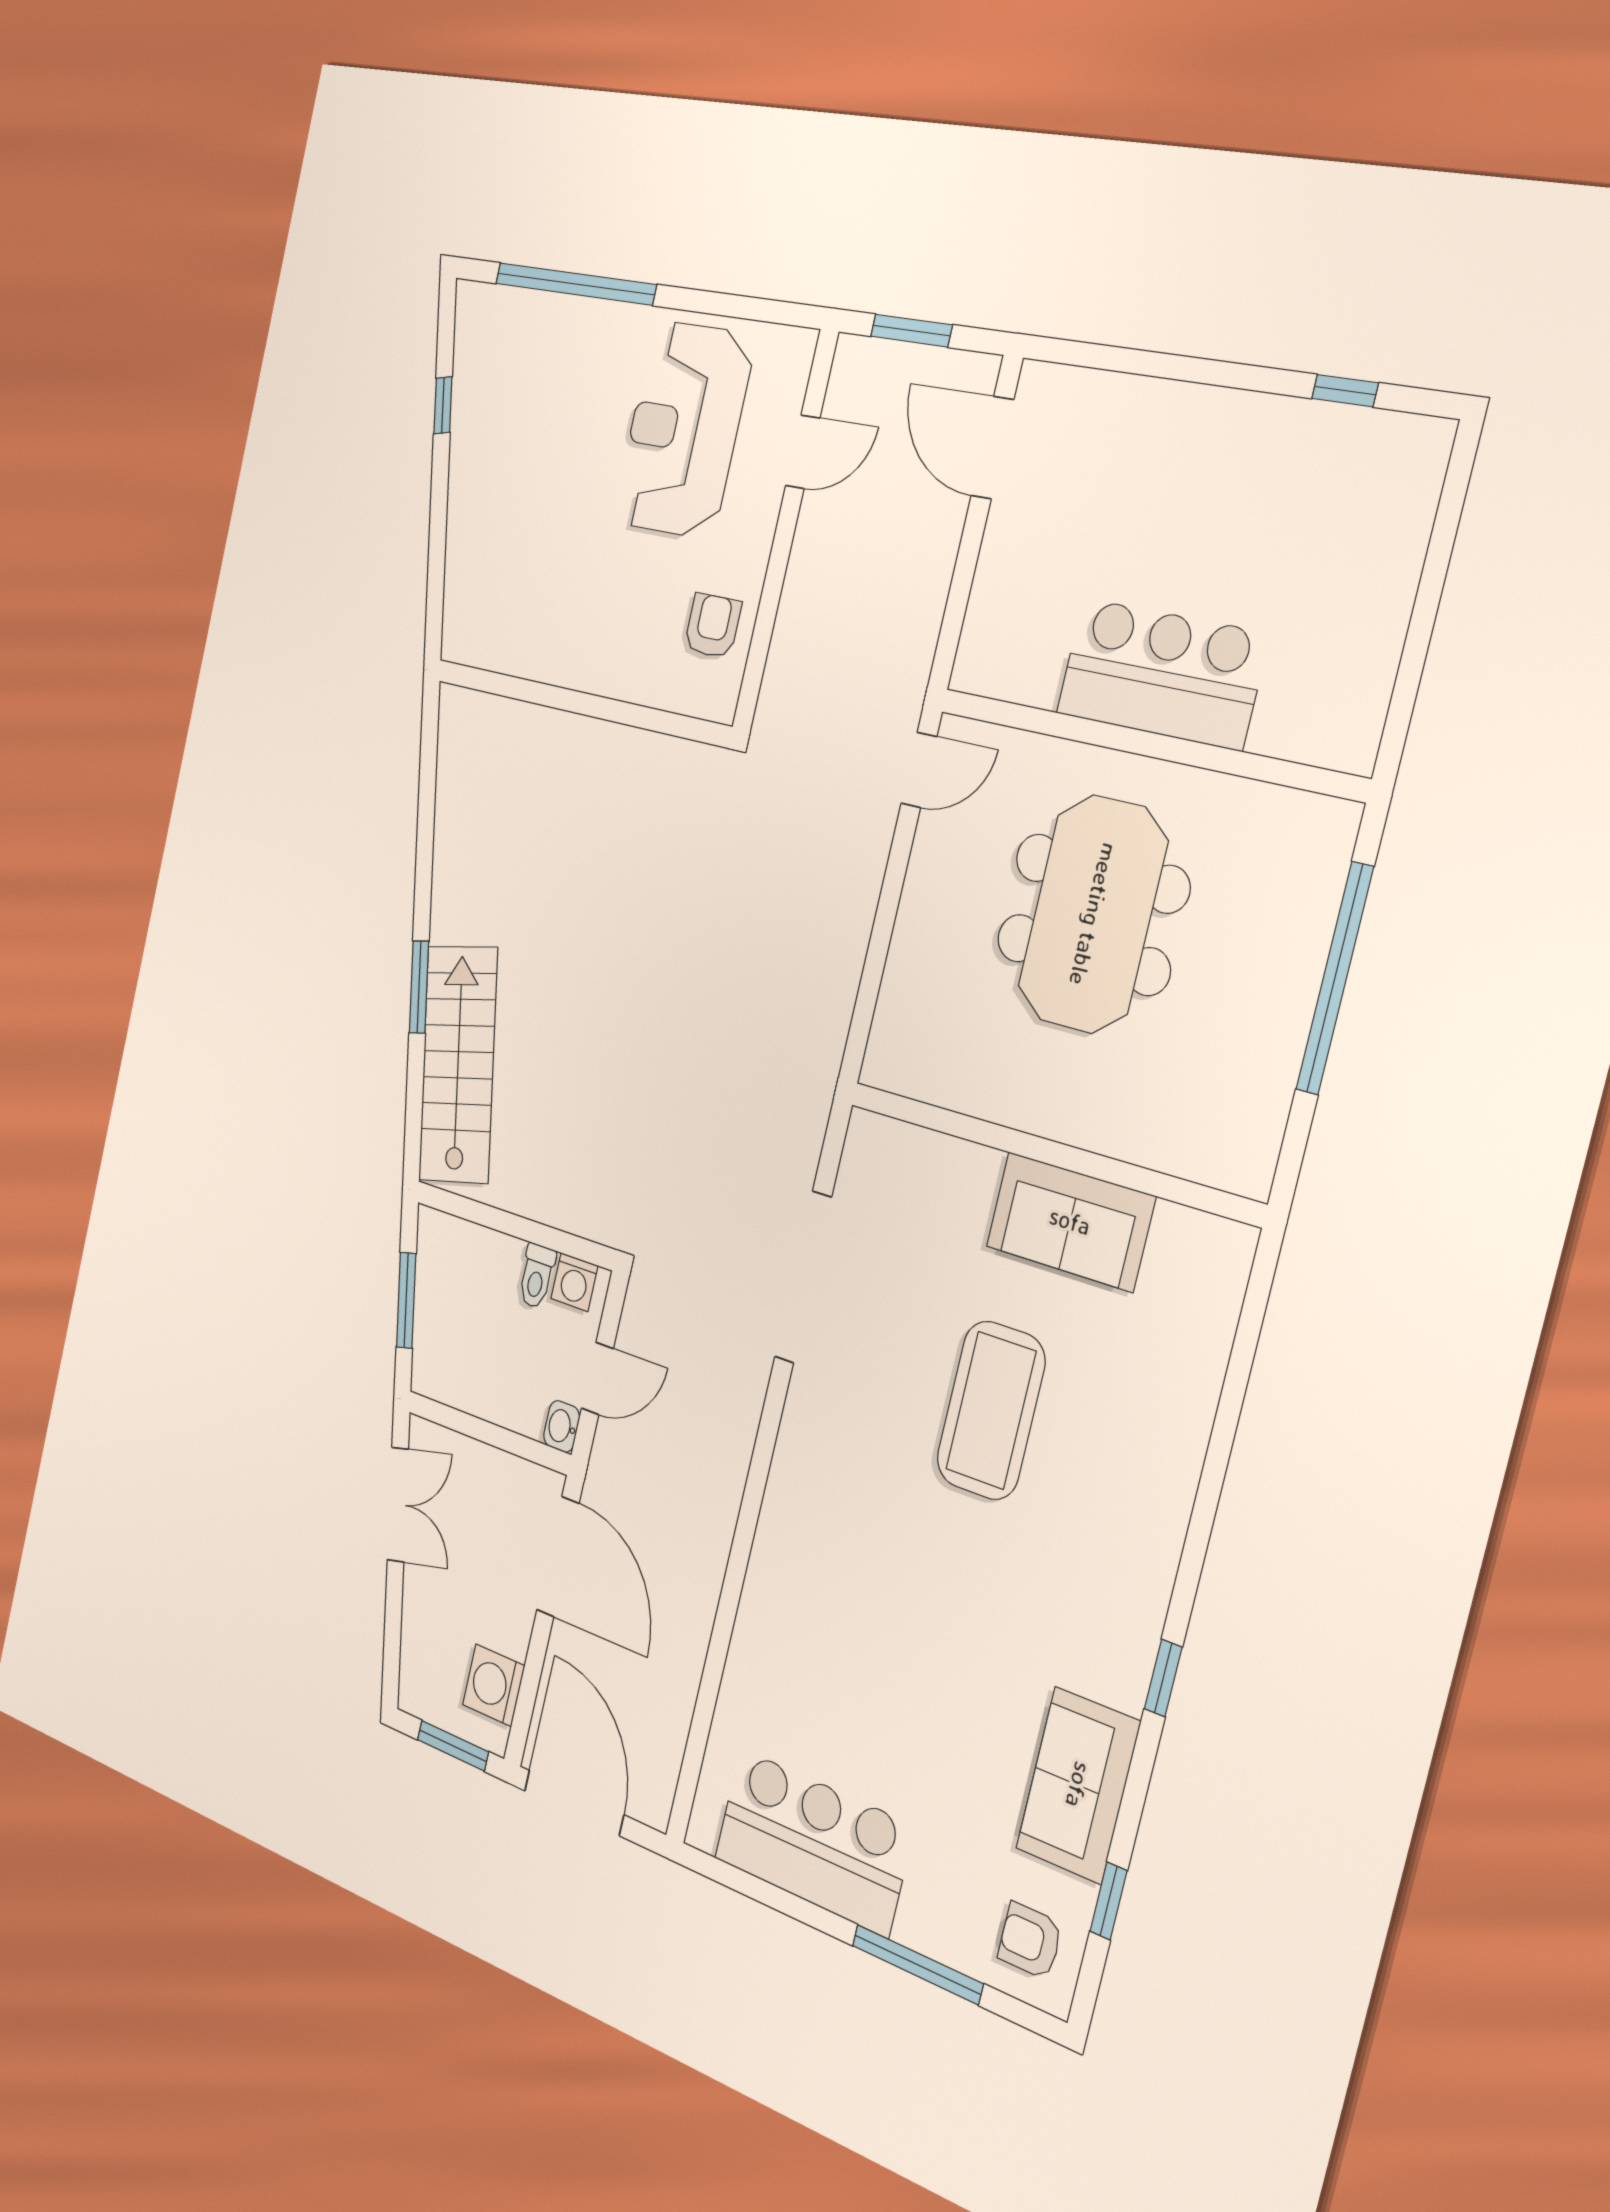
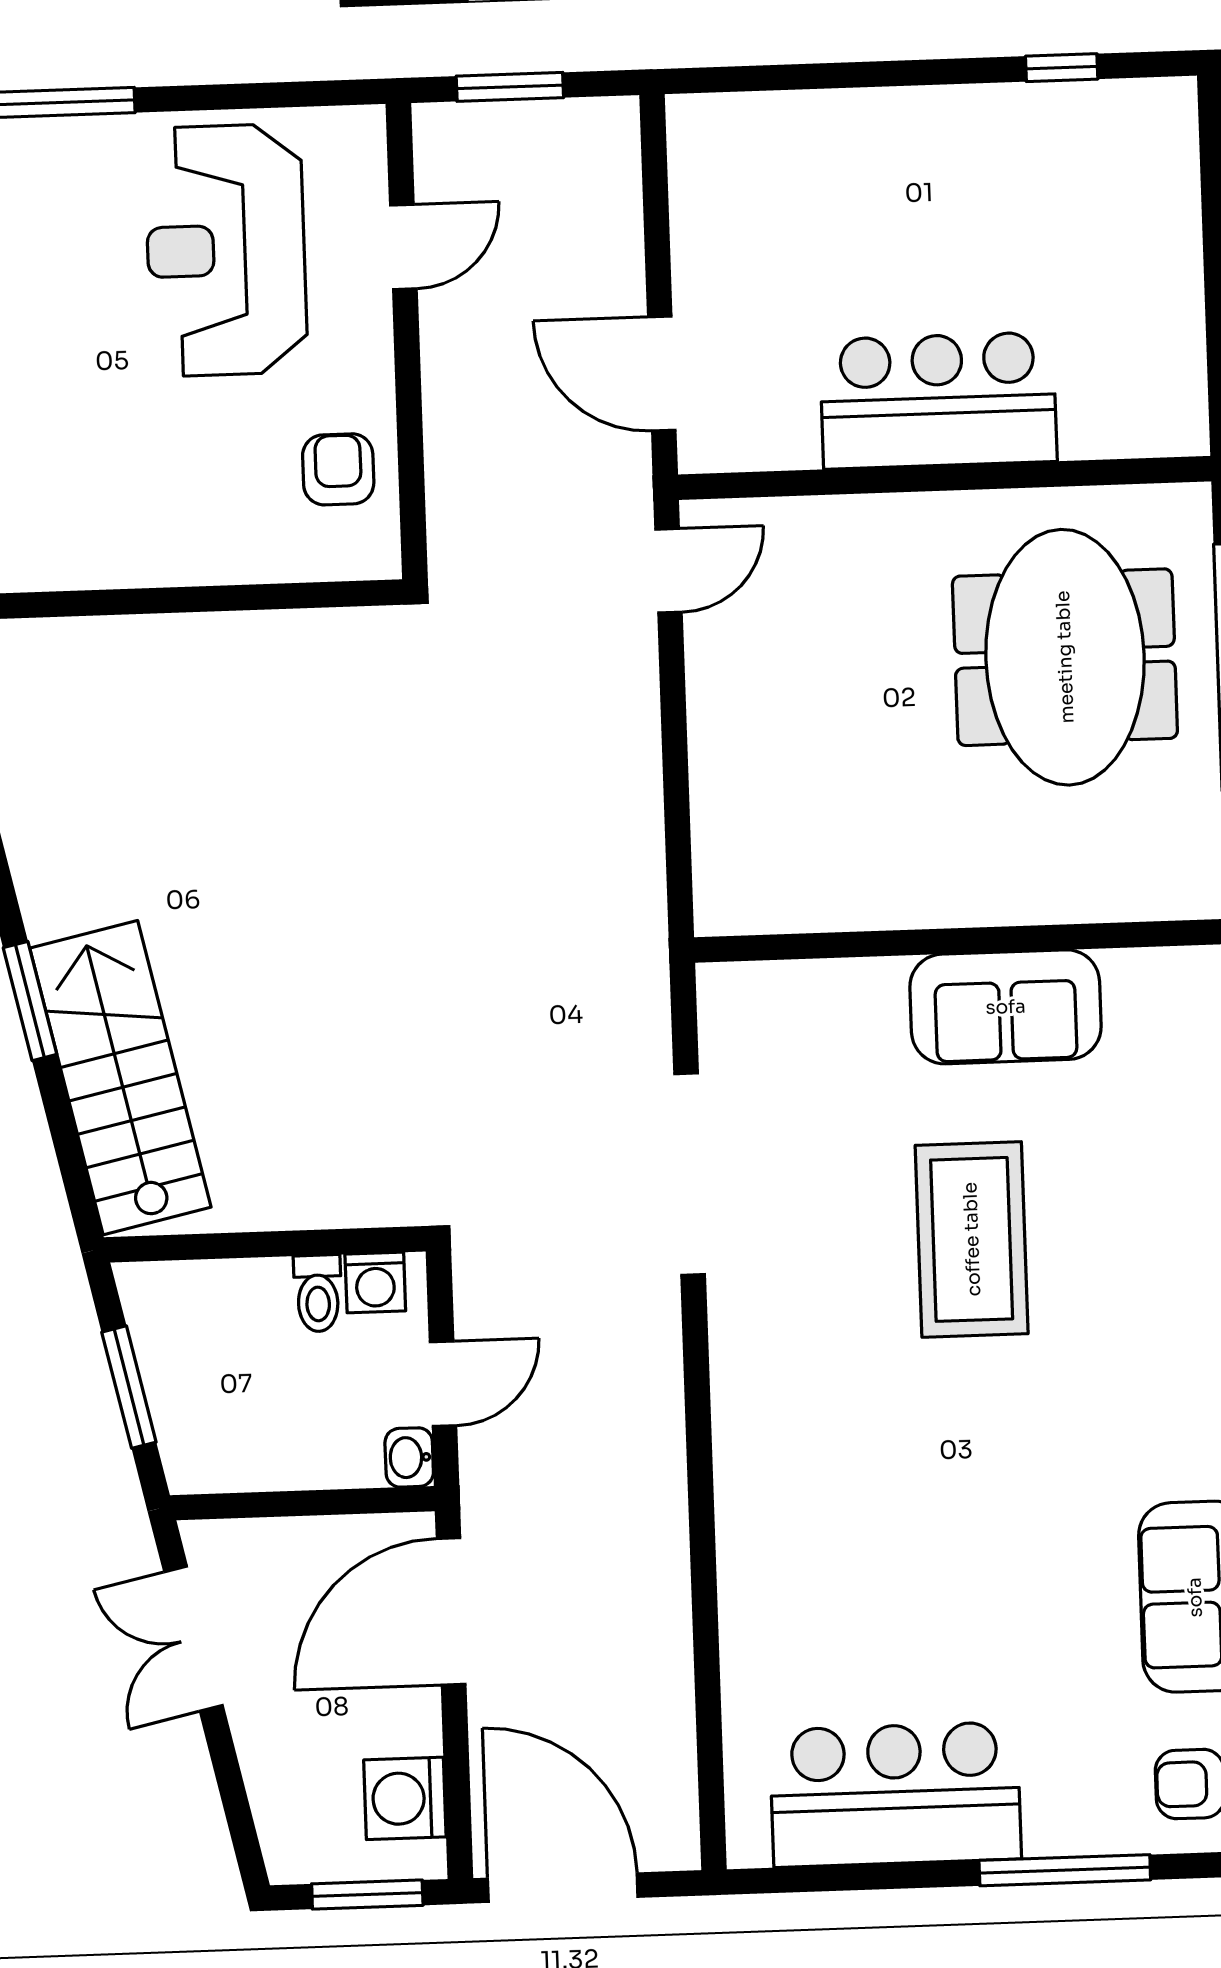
door: (992, 448) -> (662, 374), moved
meeting table: (1093, 914) -> (1065, 657), moved
double door: (398, 1505) -> (193, 1639), swing flipped
door: (558, 1557) -> (451, 1611), swing flipped

